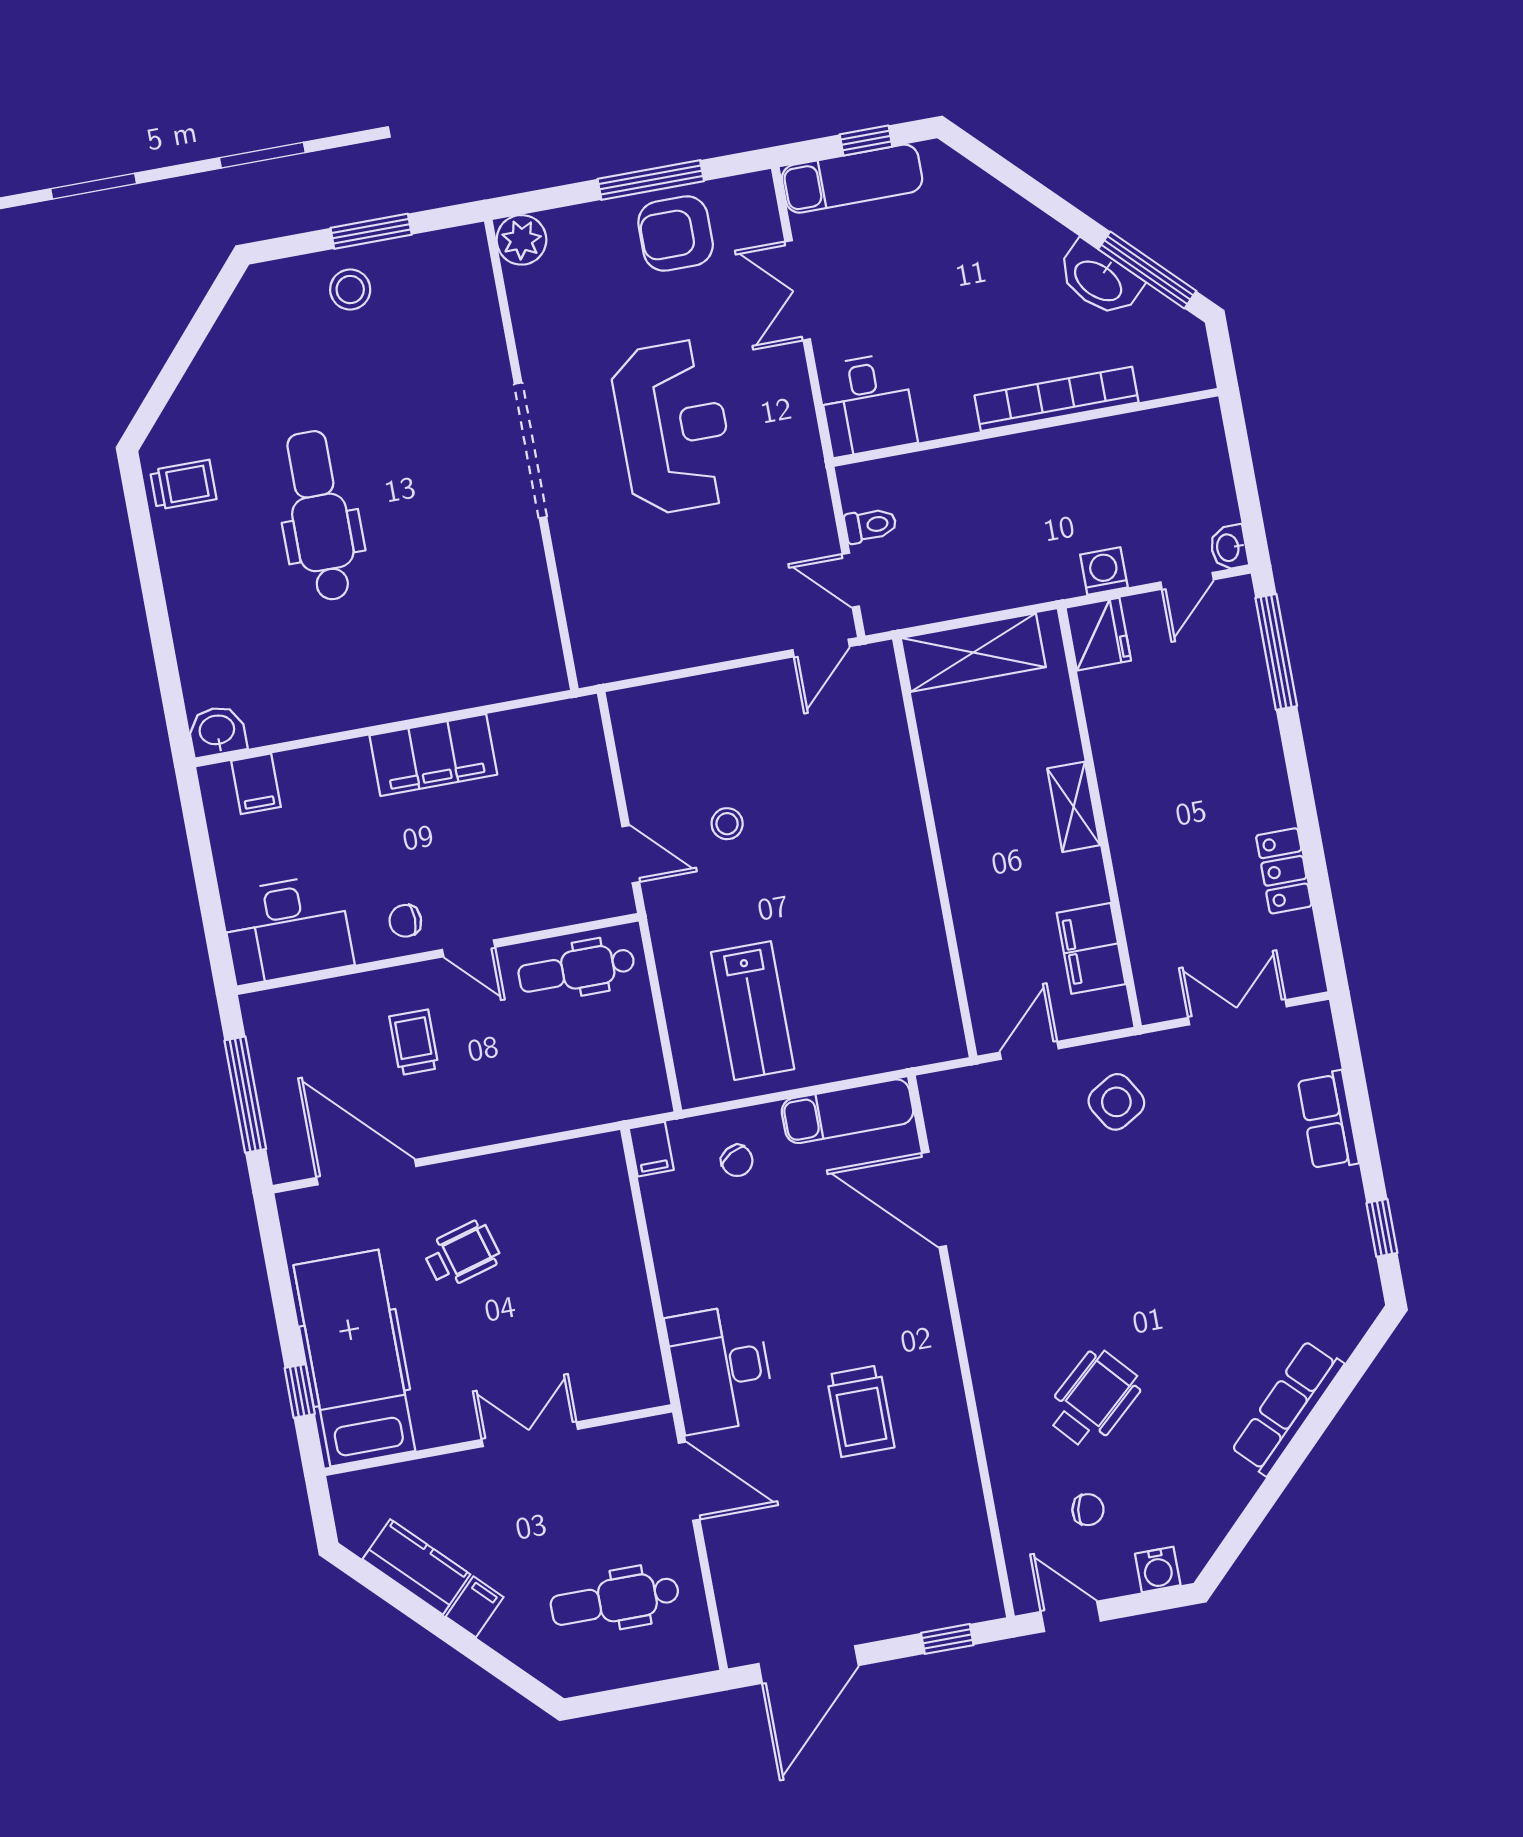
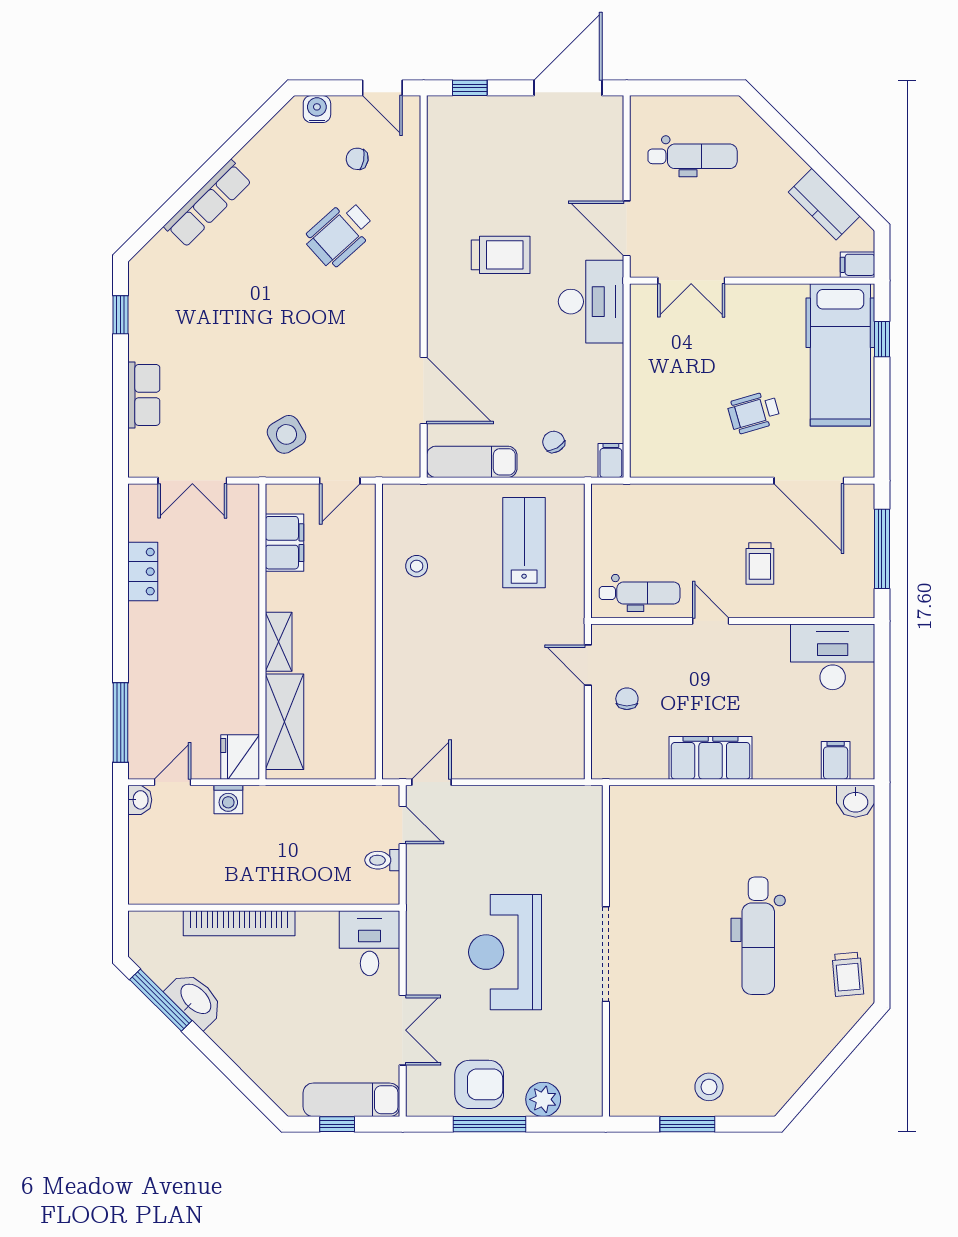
plant: (521, 240) -> (543, 1099), moved
trolley: (183, 485) -> (848, 974), turned -95
shelving: (973, 652) -> (284, 722), moved, turned 90
stool: (727, 824) -> (417, 566), moved
chair: (405, 921) -> (627, 699), moved, turned -90
trolley: (860, 1411) -> (501, 255), turned 90
double door: (530, 1434) -> (691, 281), moved
filing cabinet: (475, 1607) -> (857, 265), moved, turned 45

